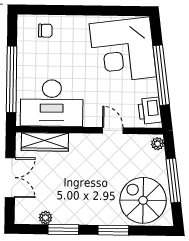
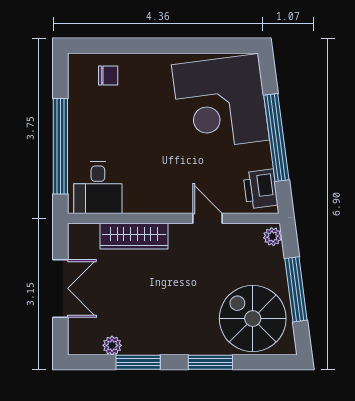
desk: (52, 103) -> (98, 188), width x0.53, depth x0.77
wardrobe: (45, 142) -> (134, 236), moved

